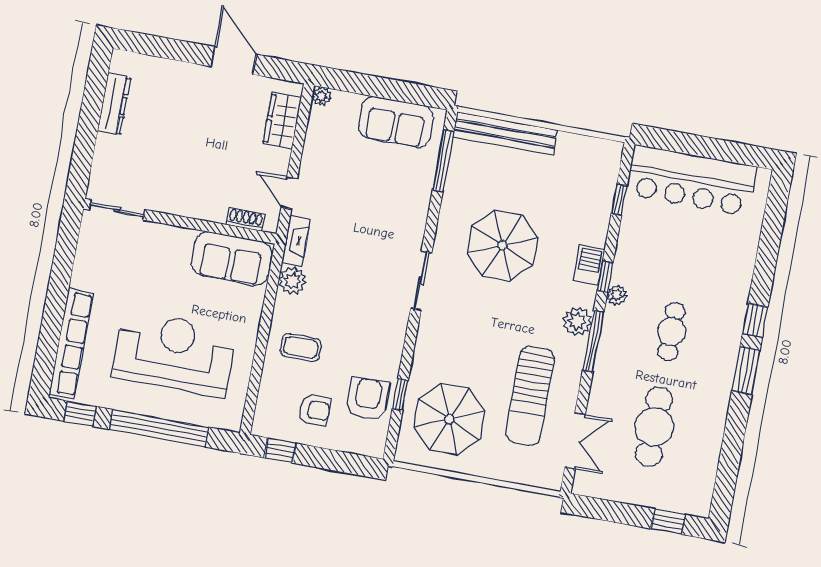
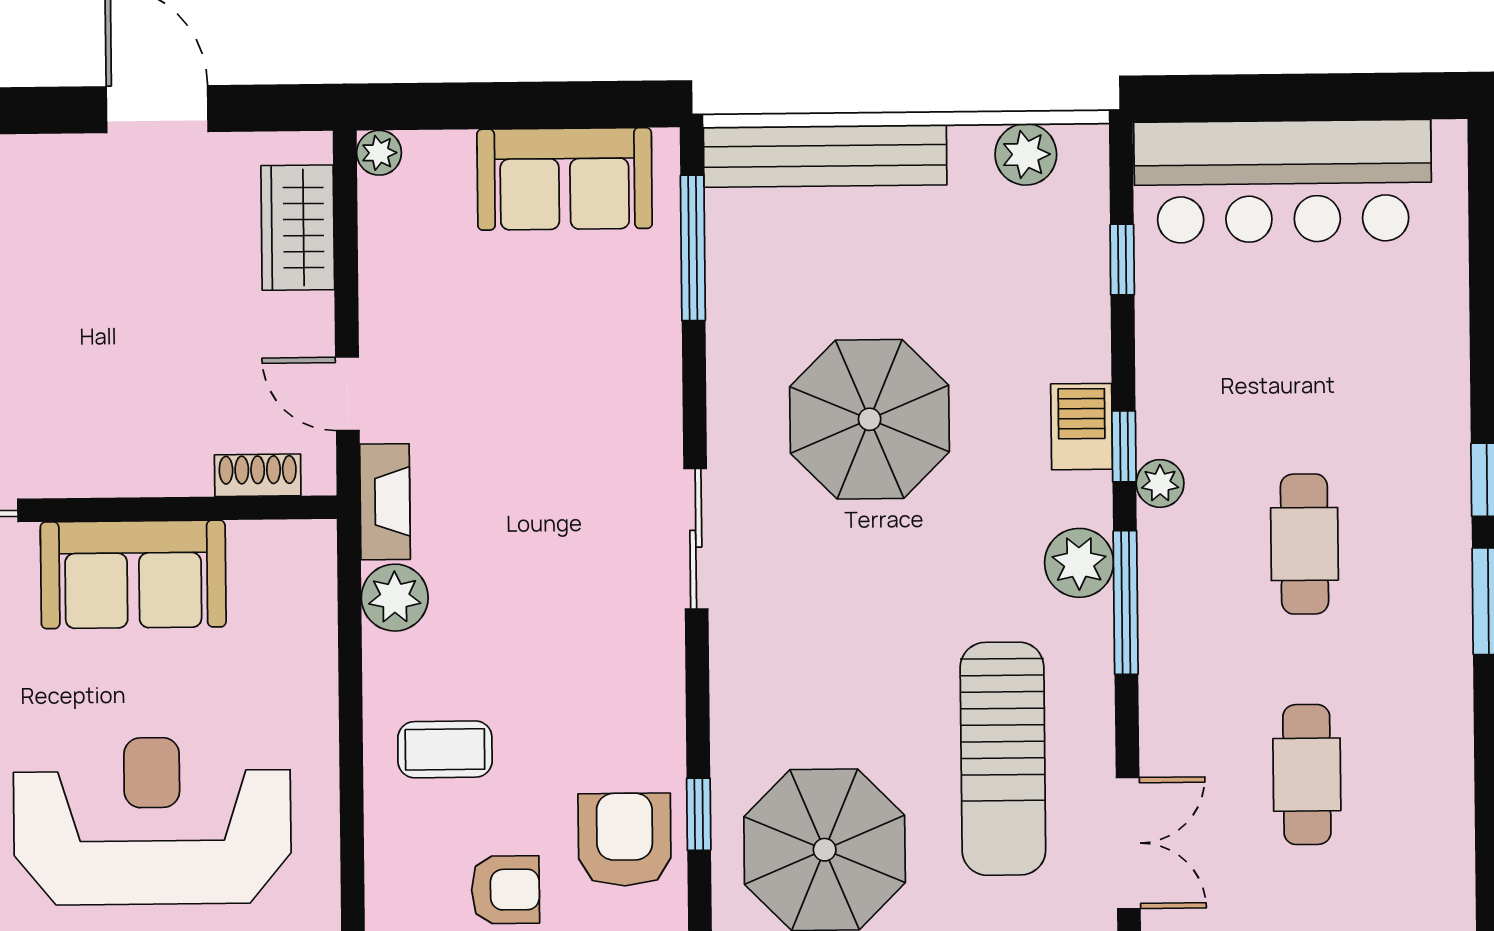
plant: (588, 149) -> (1026, 154), added
sofa: (232, 259) -> (133, 574), moved
cafe table: (654, 427) -> (1307, 775), width x0.73, depth x0.74

